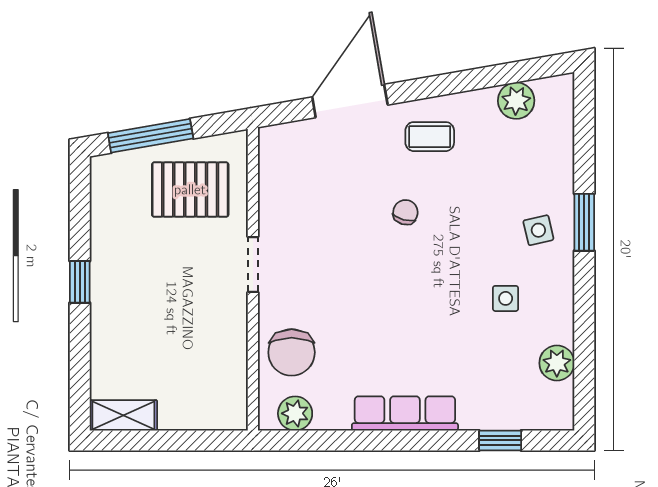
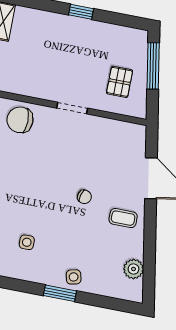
coffee table: (430, 137) -> (123, 218), turned 90
pallet: (190, 190) -> (120, 82), width x0.67, depth x0.71
side table: (538, 230) -> (74, 277), moved

